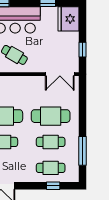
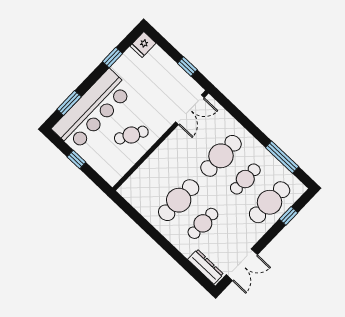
fridge: (68, 19) -> (143, 45), width x0.53, depth x0.75
cafe table: (51, 168) -> (270, 202), width x1.37, depth x1.35

